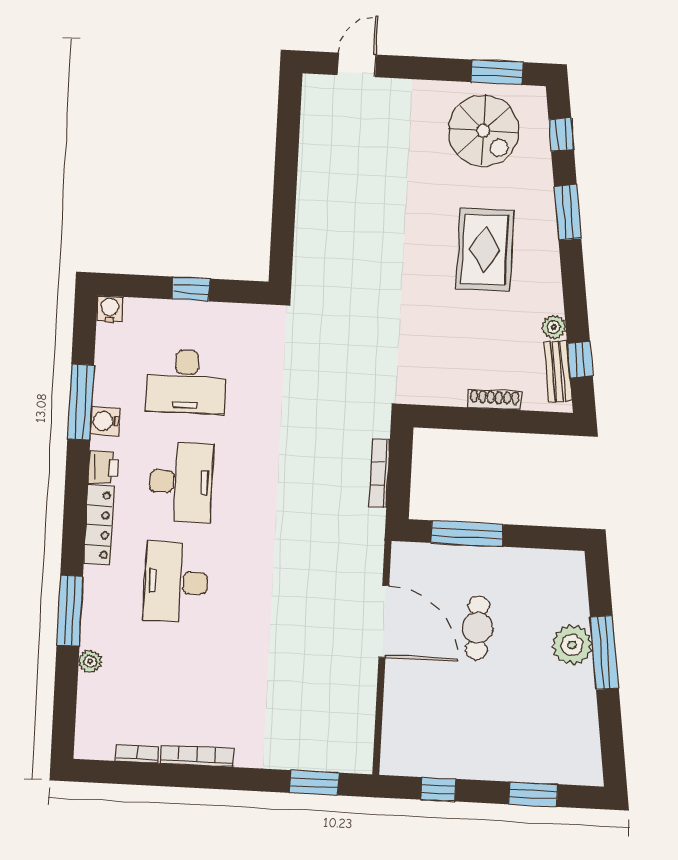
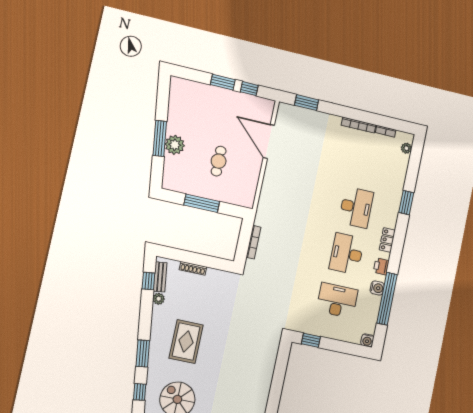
window: (191, 289) -> (311, 340), moved
window: (81, 402) -> (387, 299), width x1.46
locker: (99, 525) -> (387, 240), width x0.66
window: (467, 533) -> (202, 203), moved
window: (70, 611) -> (406, 203), width x0.69
door: (384, 621) -> (269, 141), moved
plant: (90, 661) -> (406, 148), moved
window: (533, 794) -> (223, 82), moved

